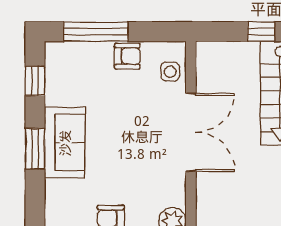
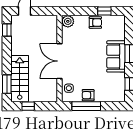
window: (96, 32) -> (86, 106), moved

